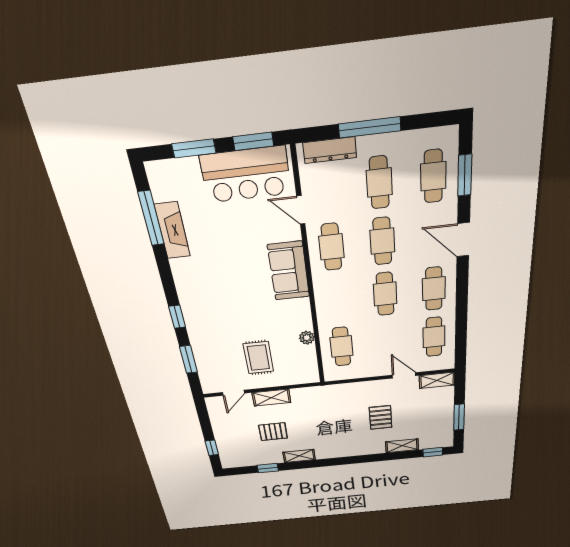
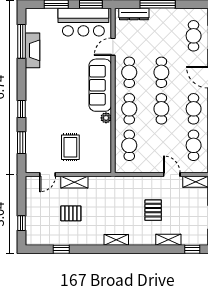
cafe table: (379, 183) -> (129, 109), moved
door: (301, 210) -> (113, 47), hinge flipped
sofa: (289, 271) -> (100, 85), width x1.36
plant: (307, 338) -> (106, 118), moved
shelving: (299, 456) -> (116, 240), moved

